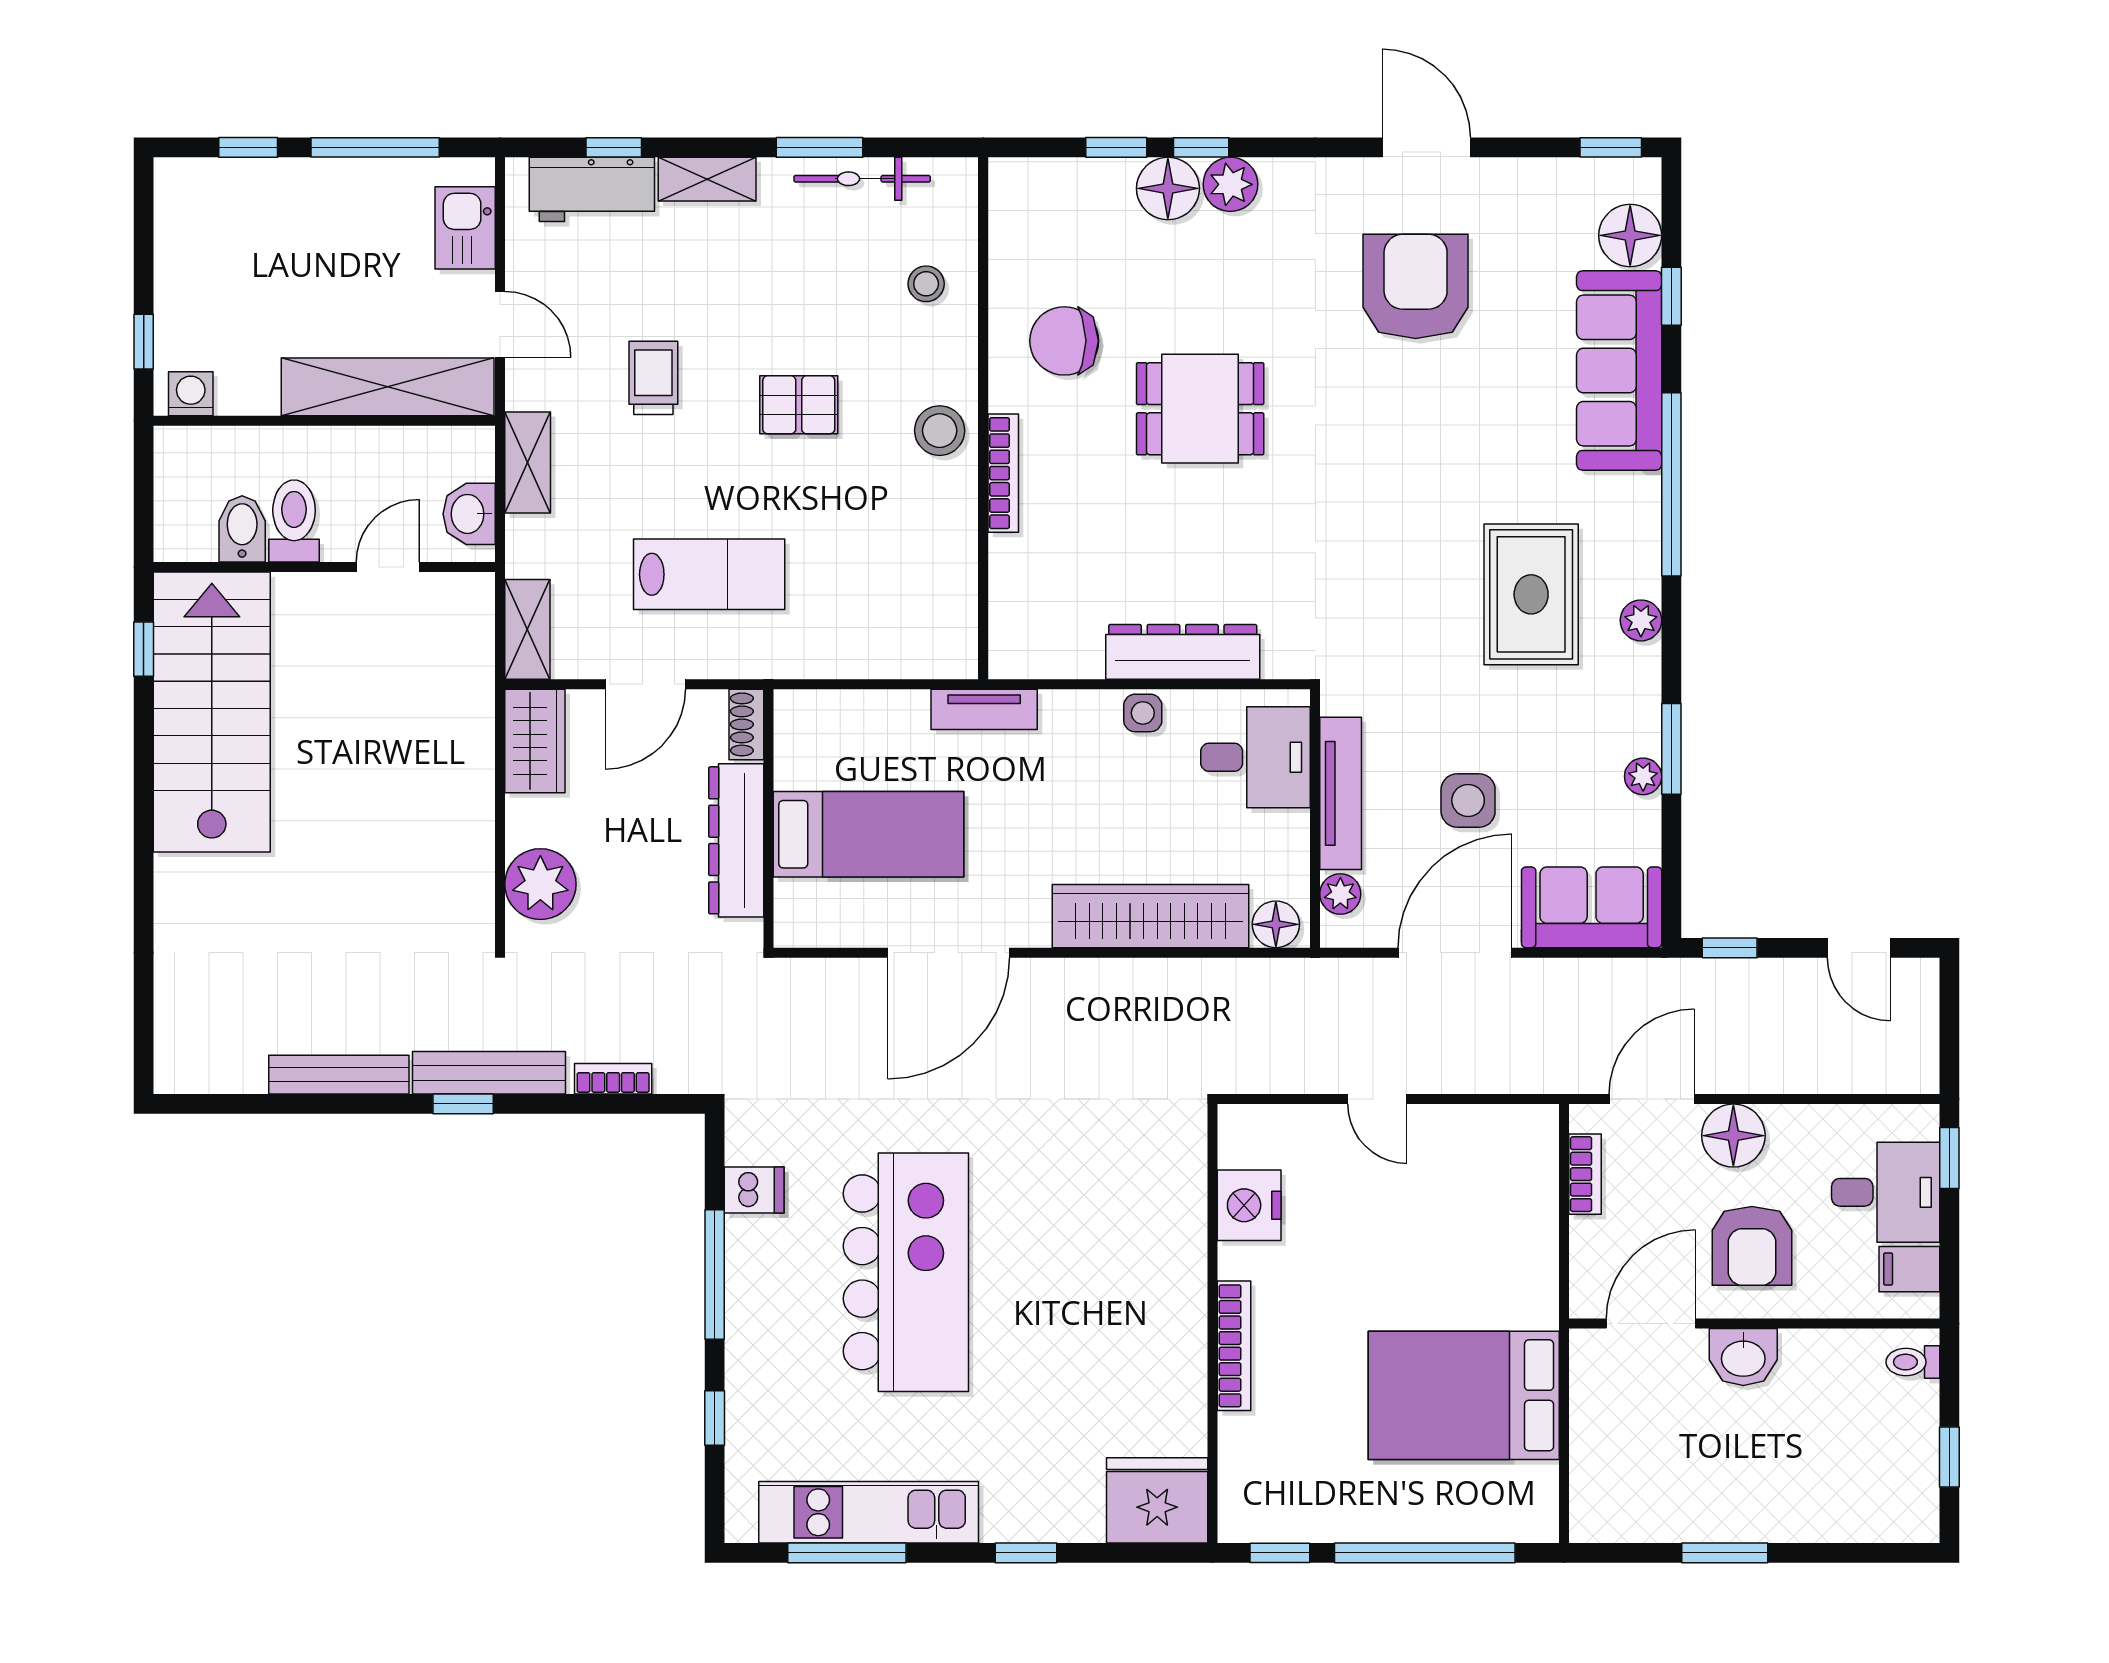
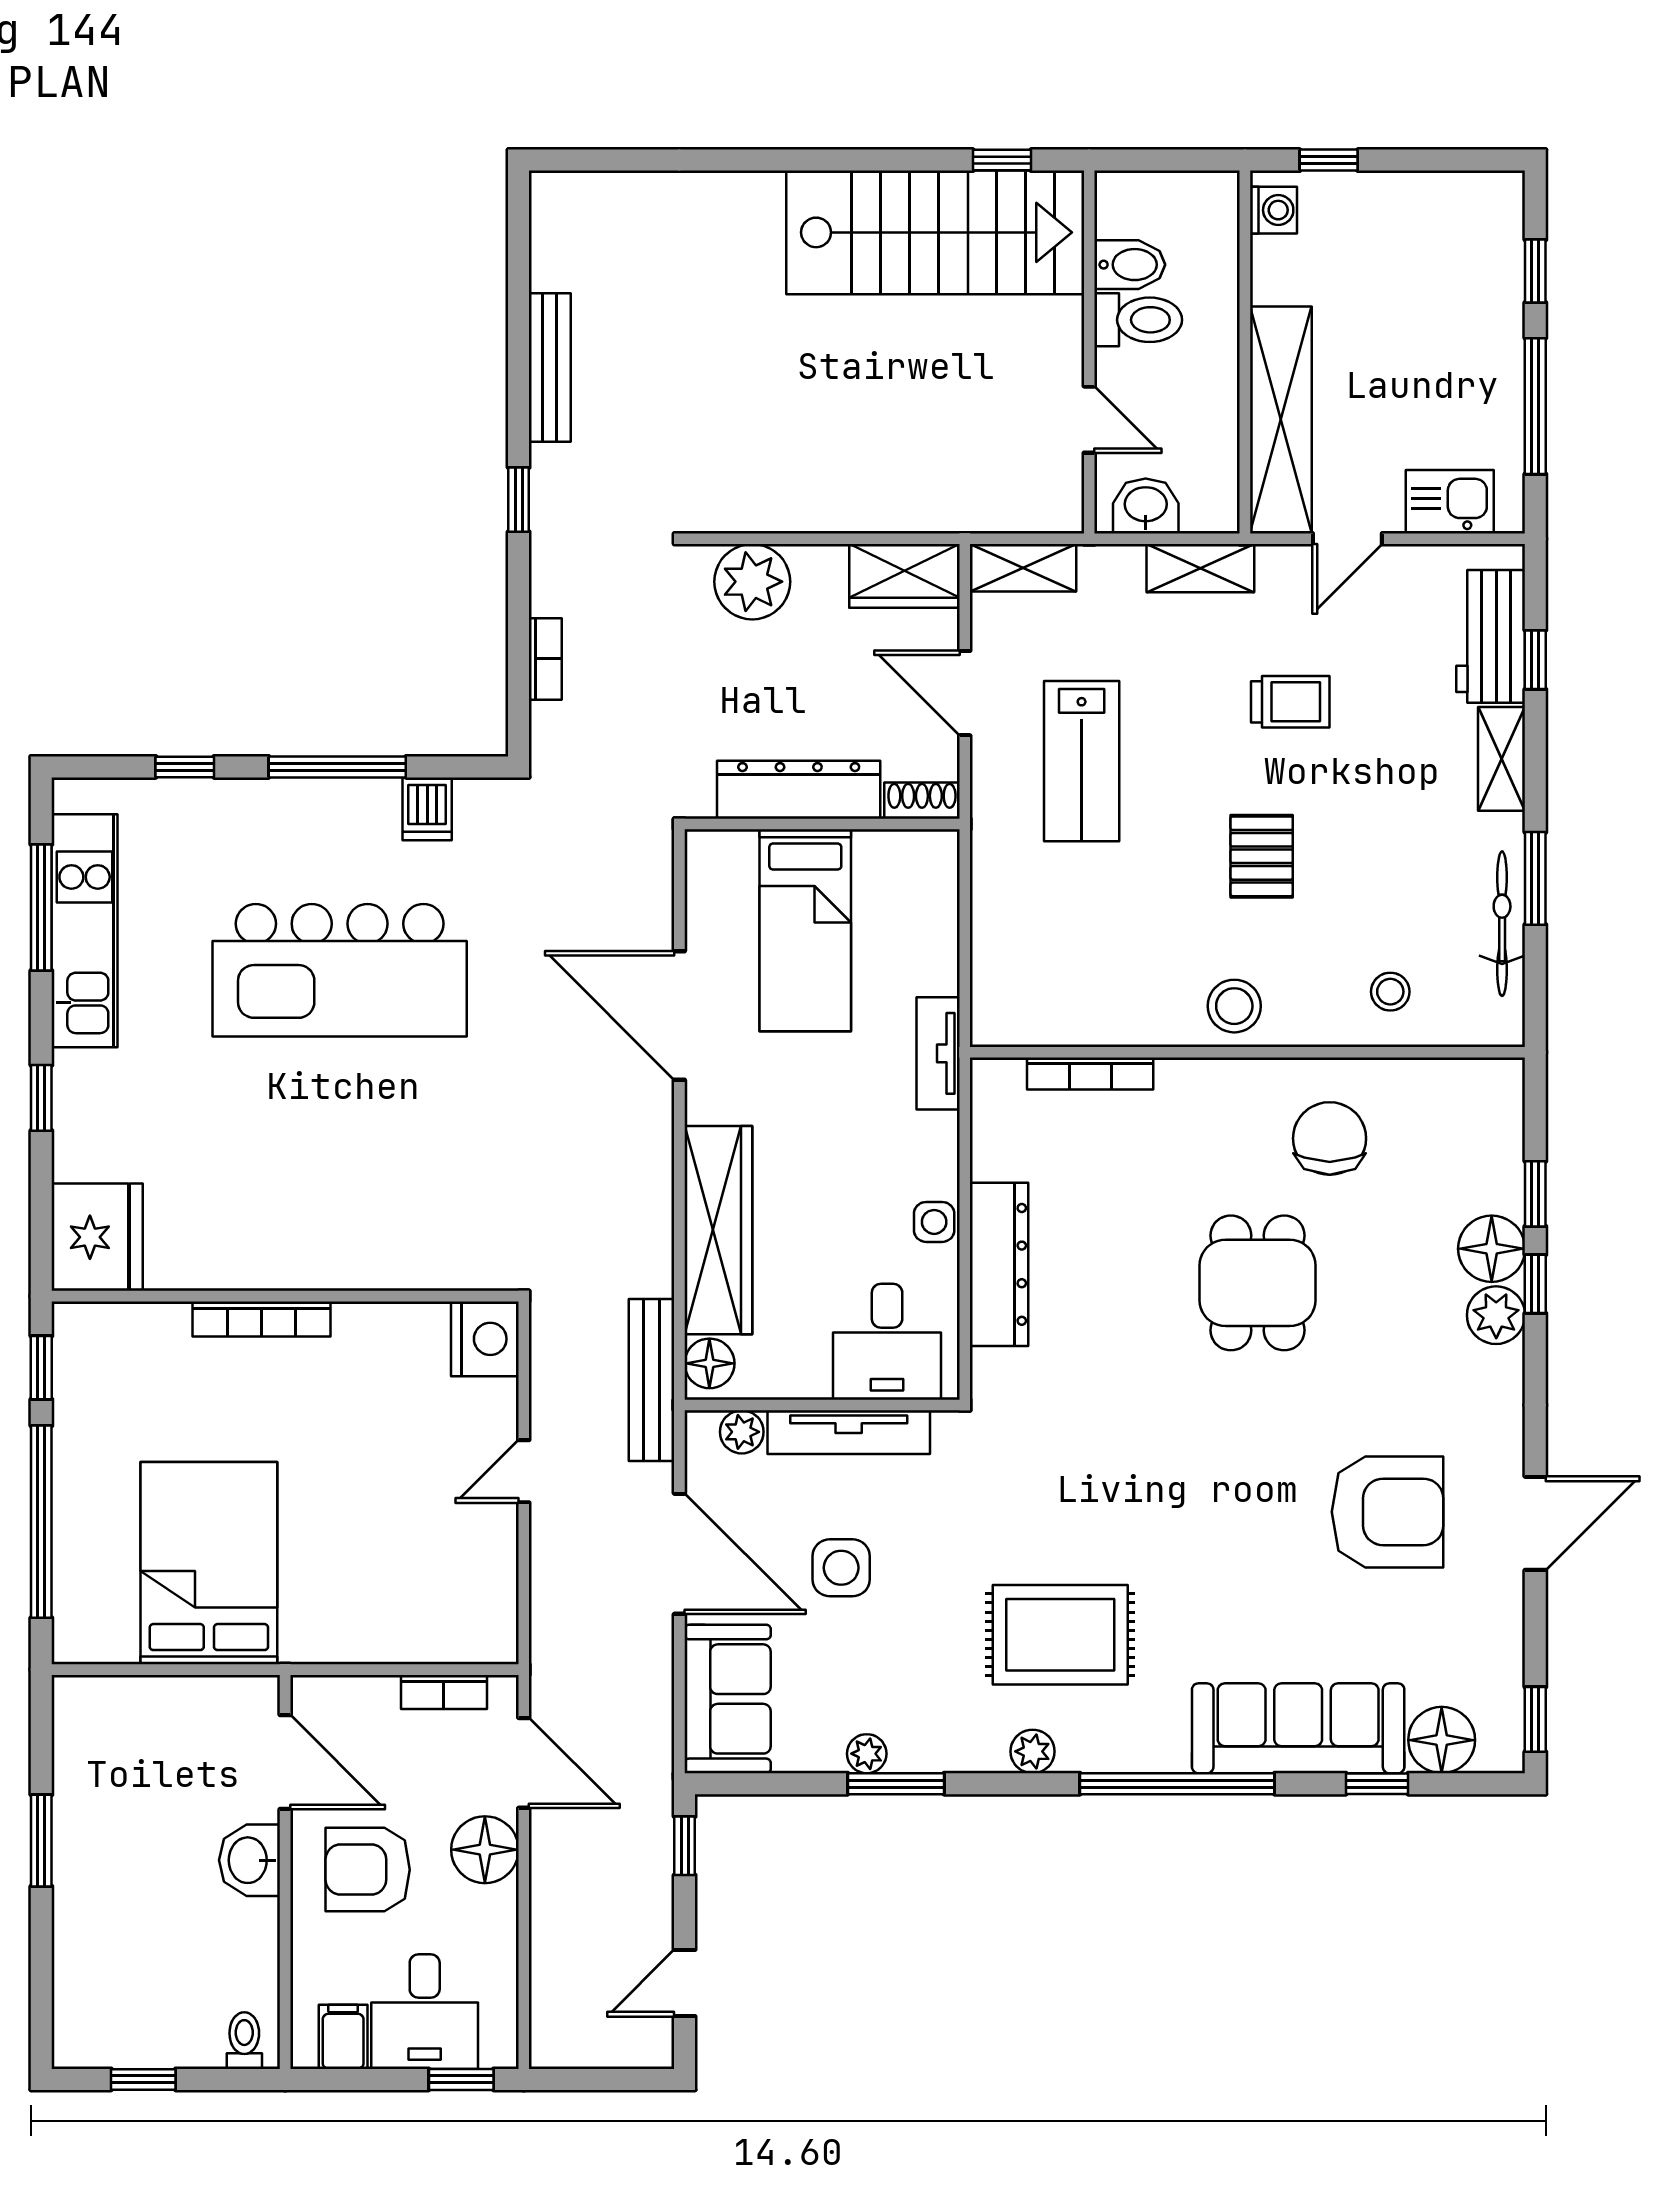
bookcase: (1003, 473) -> (1090, 1074), moved
bench: (489, 1073) -> (651, 1380), moved
nightstand: (1249, 1205) -> (485, 1339), moved, turned 90

